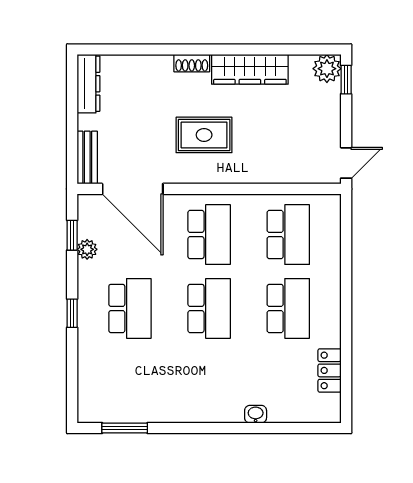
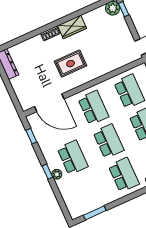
wardrobe: (250, 69) -> (72, 27), width x0.67
bench: (87, 158) -> (22, 98), removed
plant: (87, 249) -> (57, 174), moved
school desk: (209, 382) -> (124, 175), added

